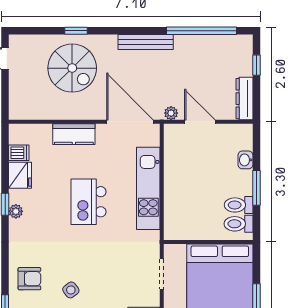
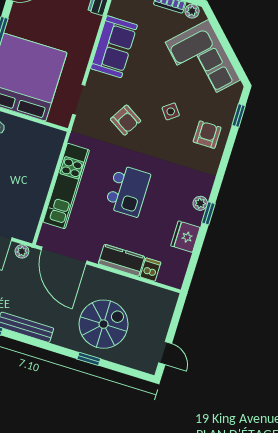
spiral stairs: (72, 68) -> (104, 324), turned 90
dishwasher: (19, 153) -> (150, 270), moved, turned 90
armchair: (111, 268) -> (126, 120), added
armchair: (29, 279) -> (207, 135), turned 90

